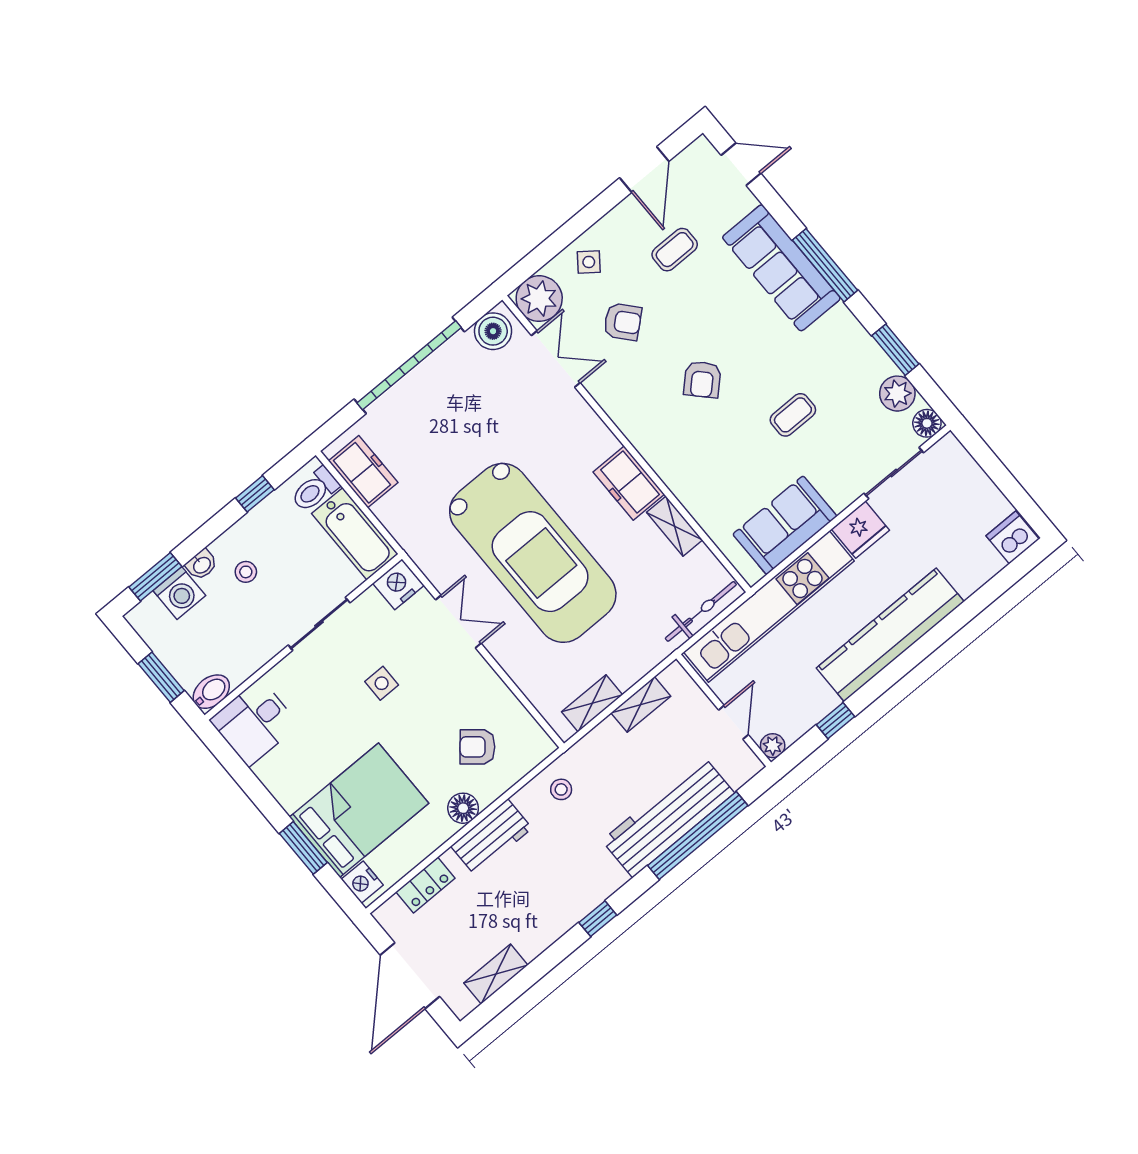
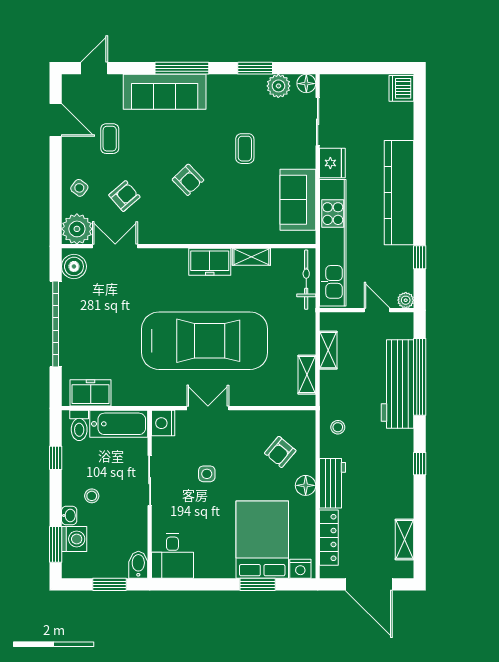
locker: (425, 885) -> (329, 538), width x1.53

